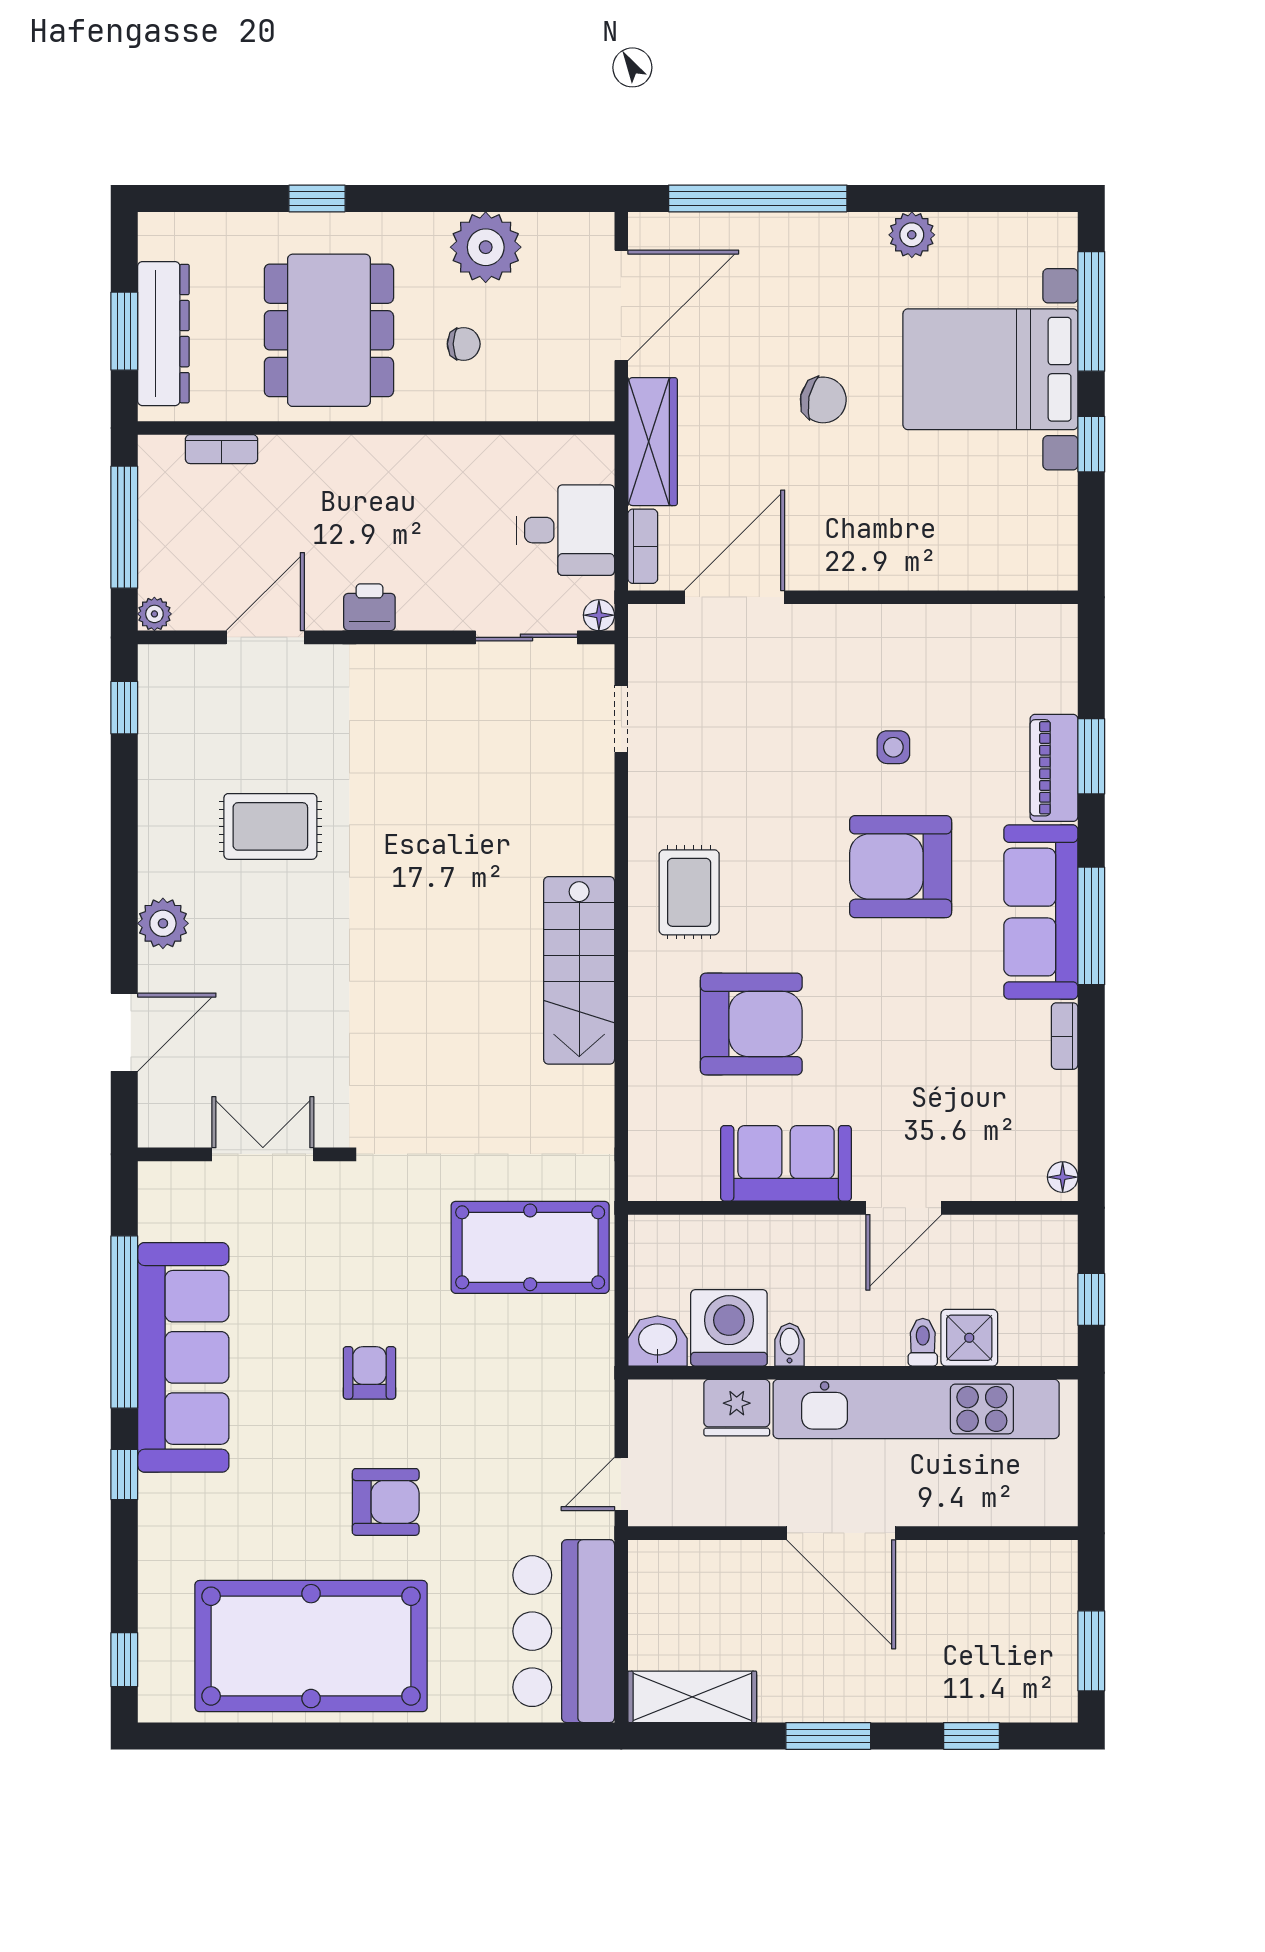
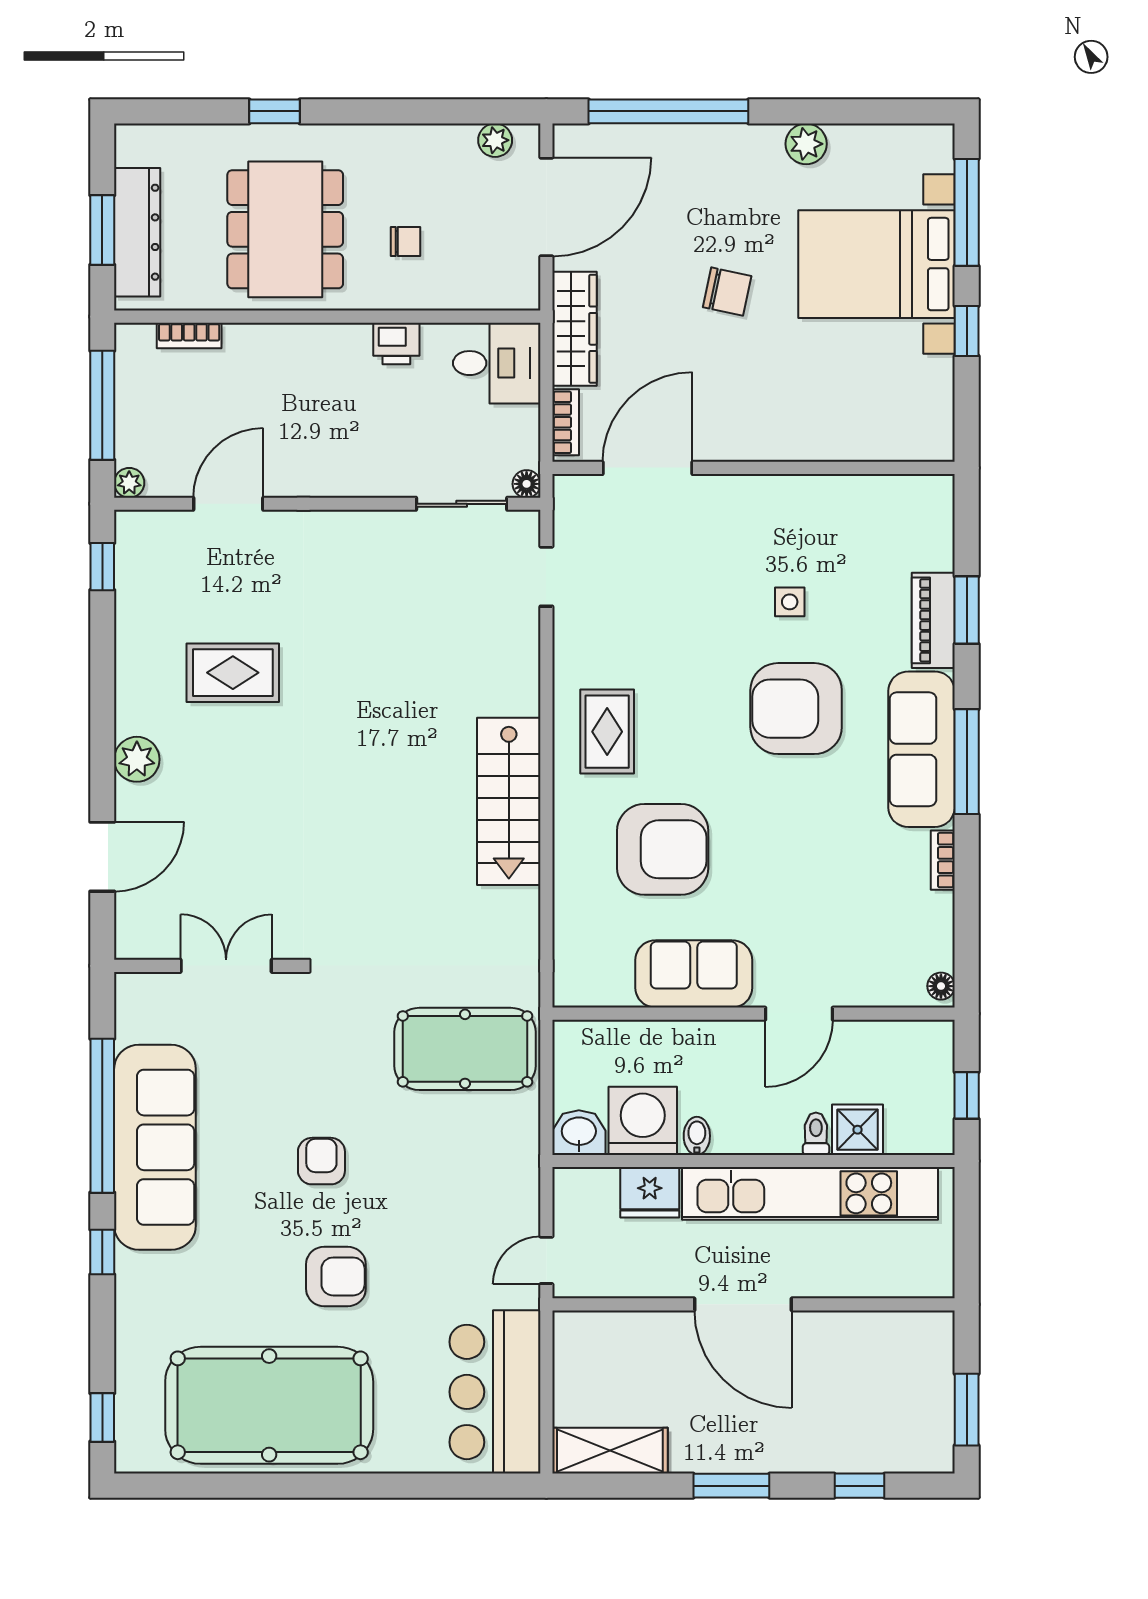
plant: (486, 247) -> (495, 140), moved, width x0.53, depth x0.53
desk: (566, 530) -> (497, 363), moved
printer: (369, 607) -> (396, 343), moved, turned 180

